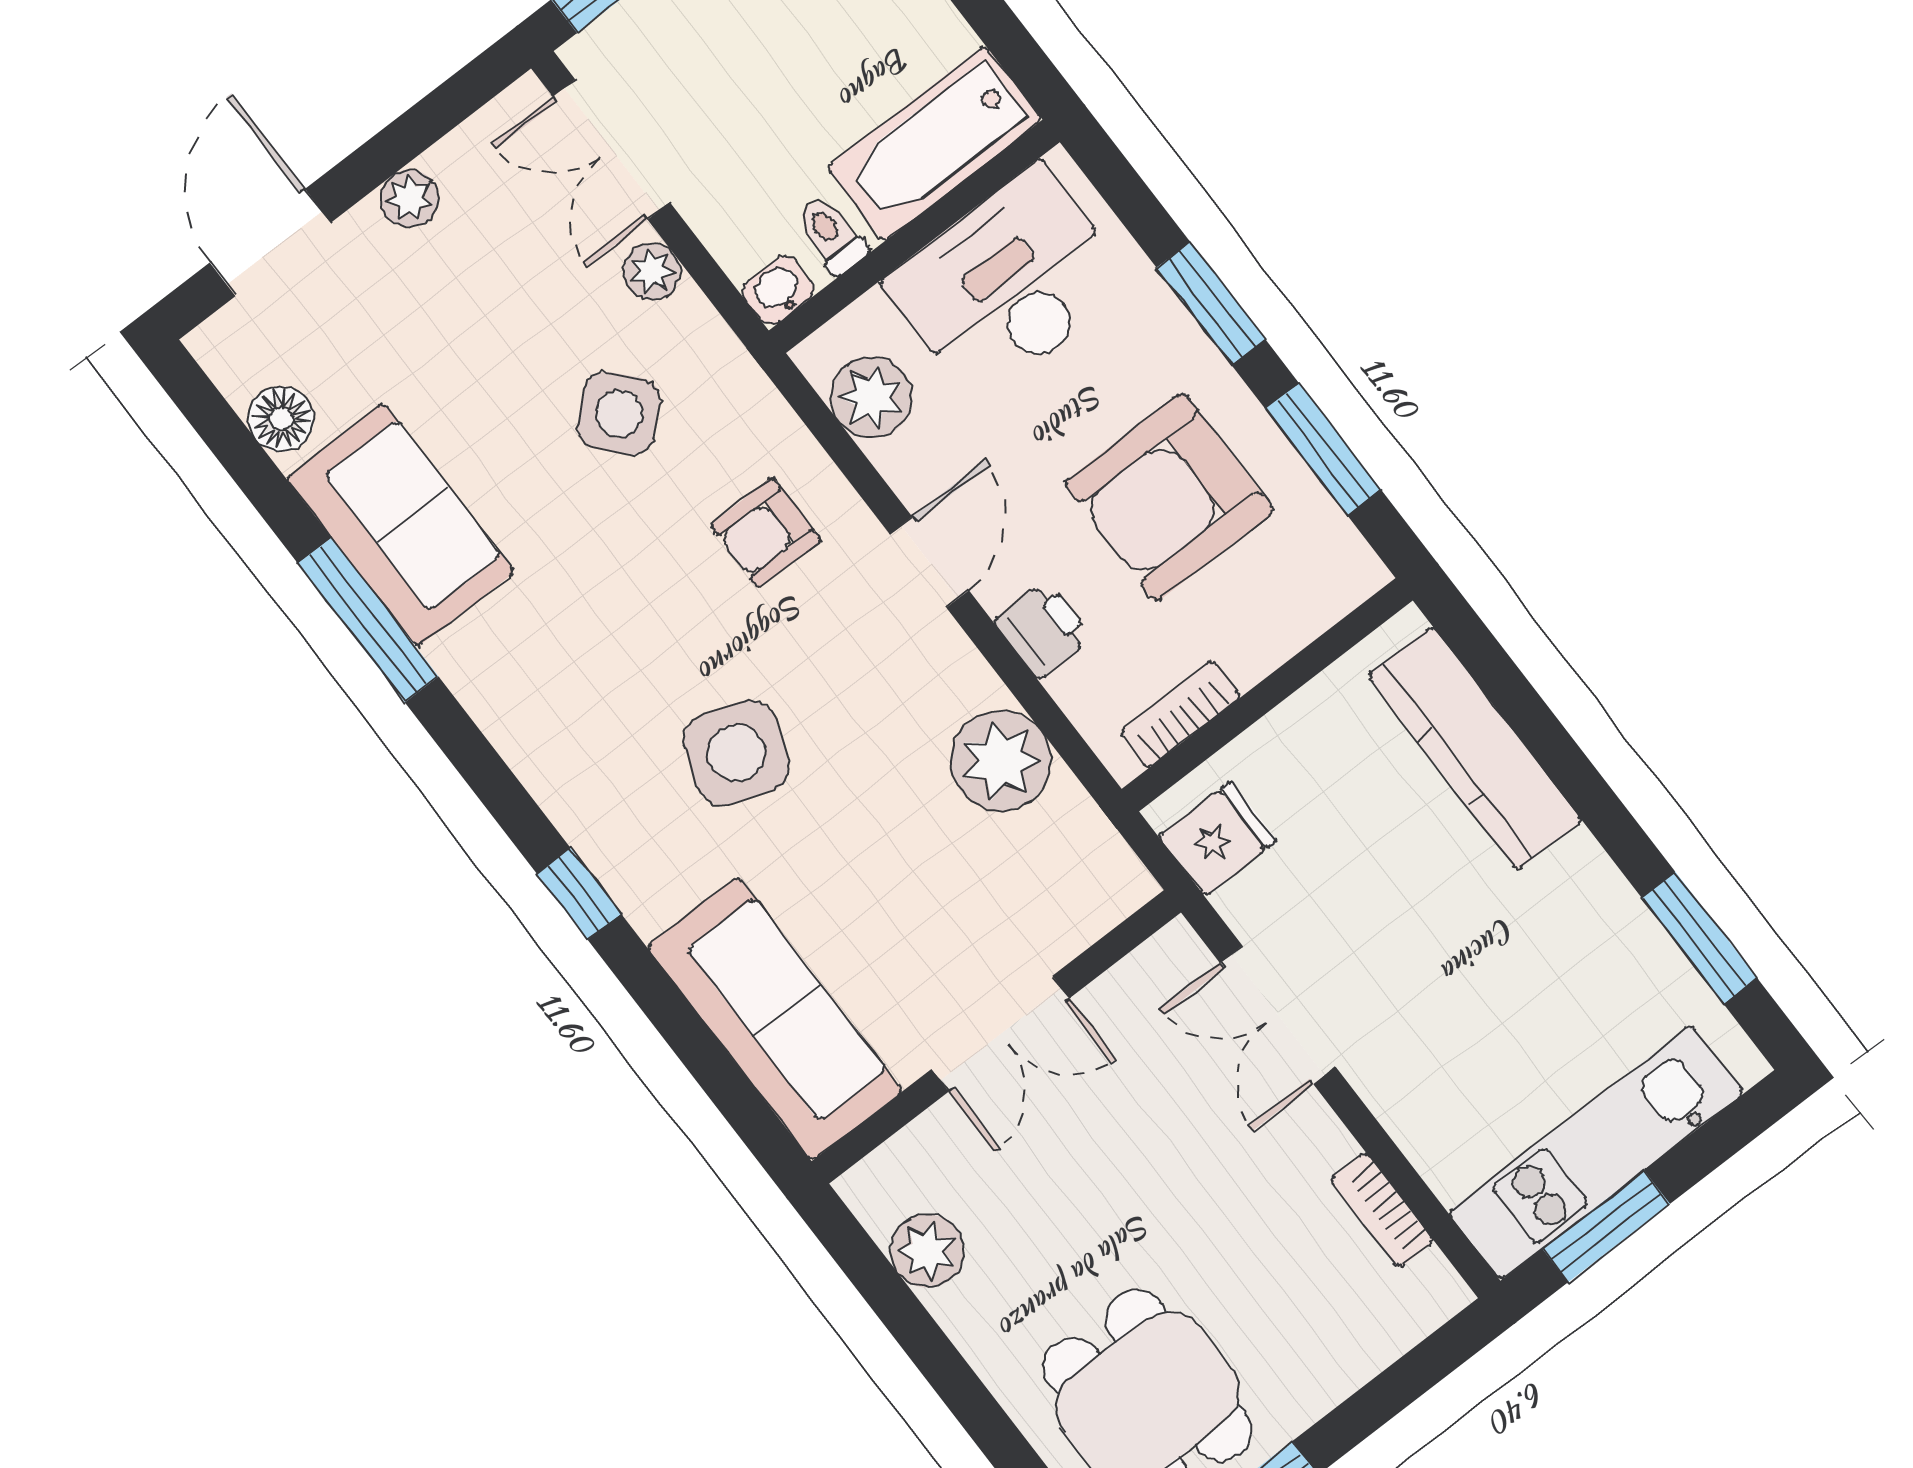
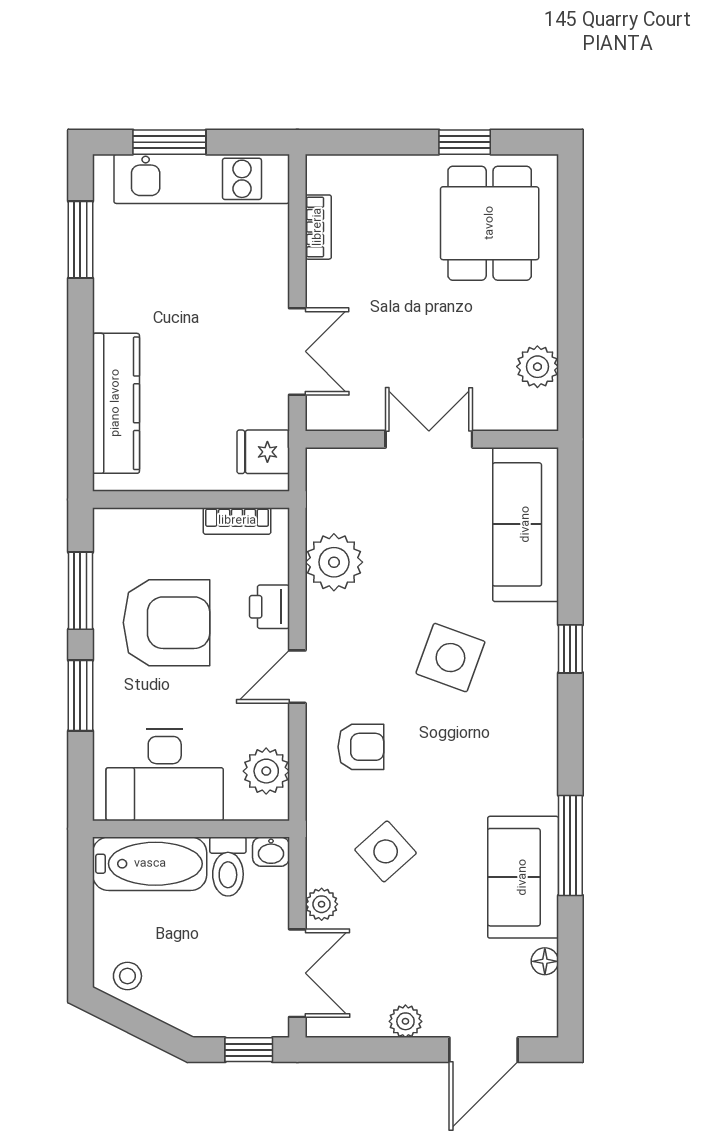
toilet: (831, 235) -> (228, 866), width x1.37, depth x1.39
floor lamp: (281, 419) -> (545, 961), width x0.73, depth x0.73
window: (1606, 1226) -> (169, 142), moved

